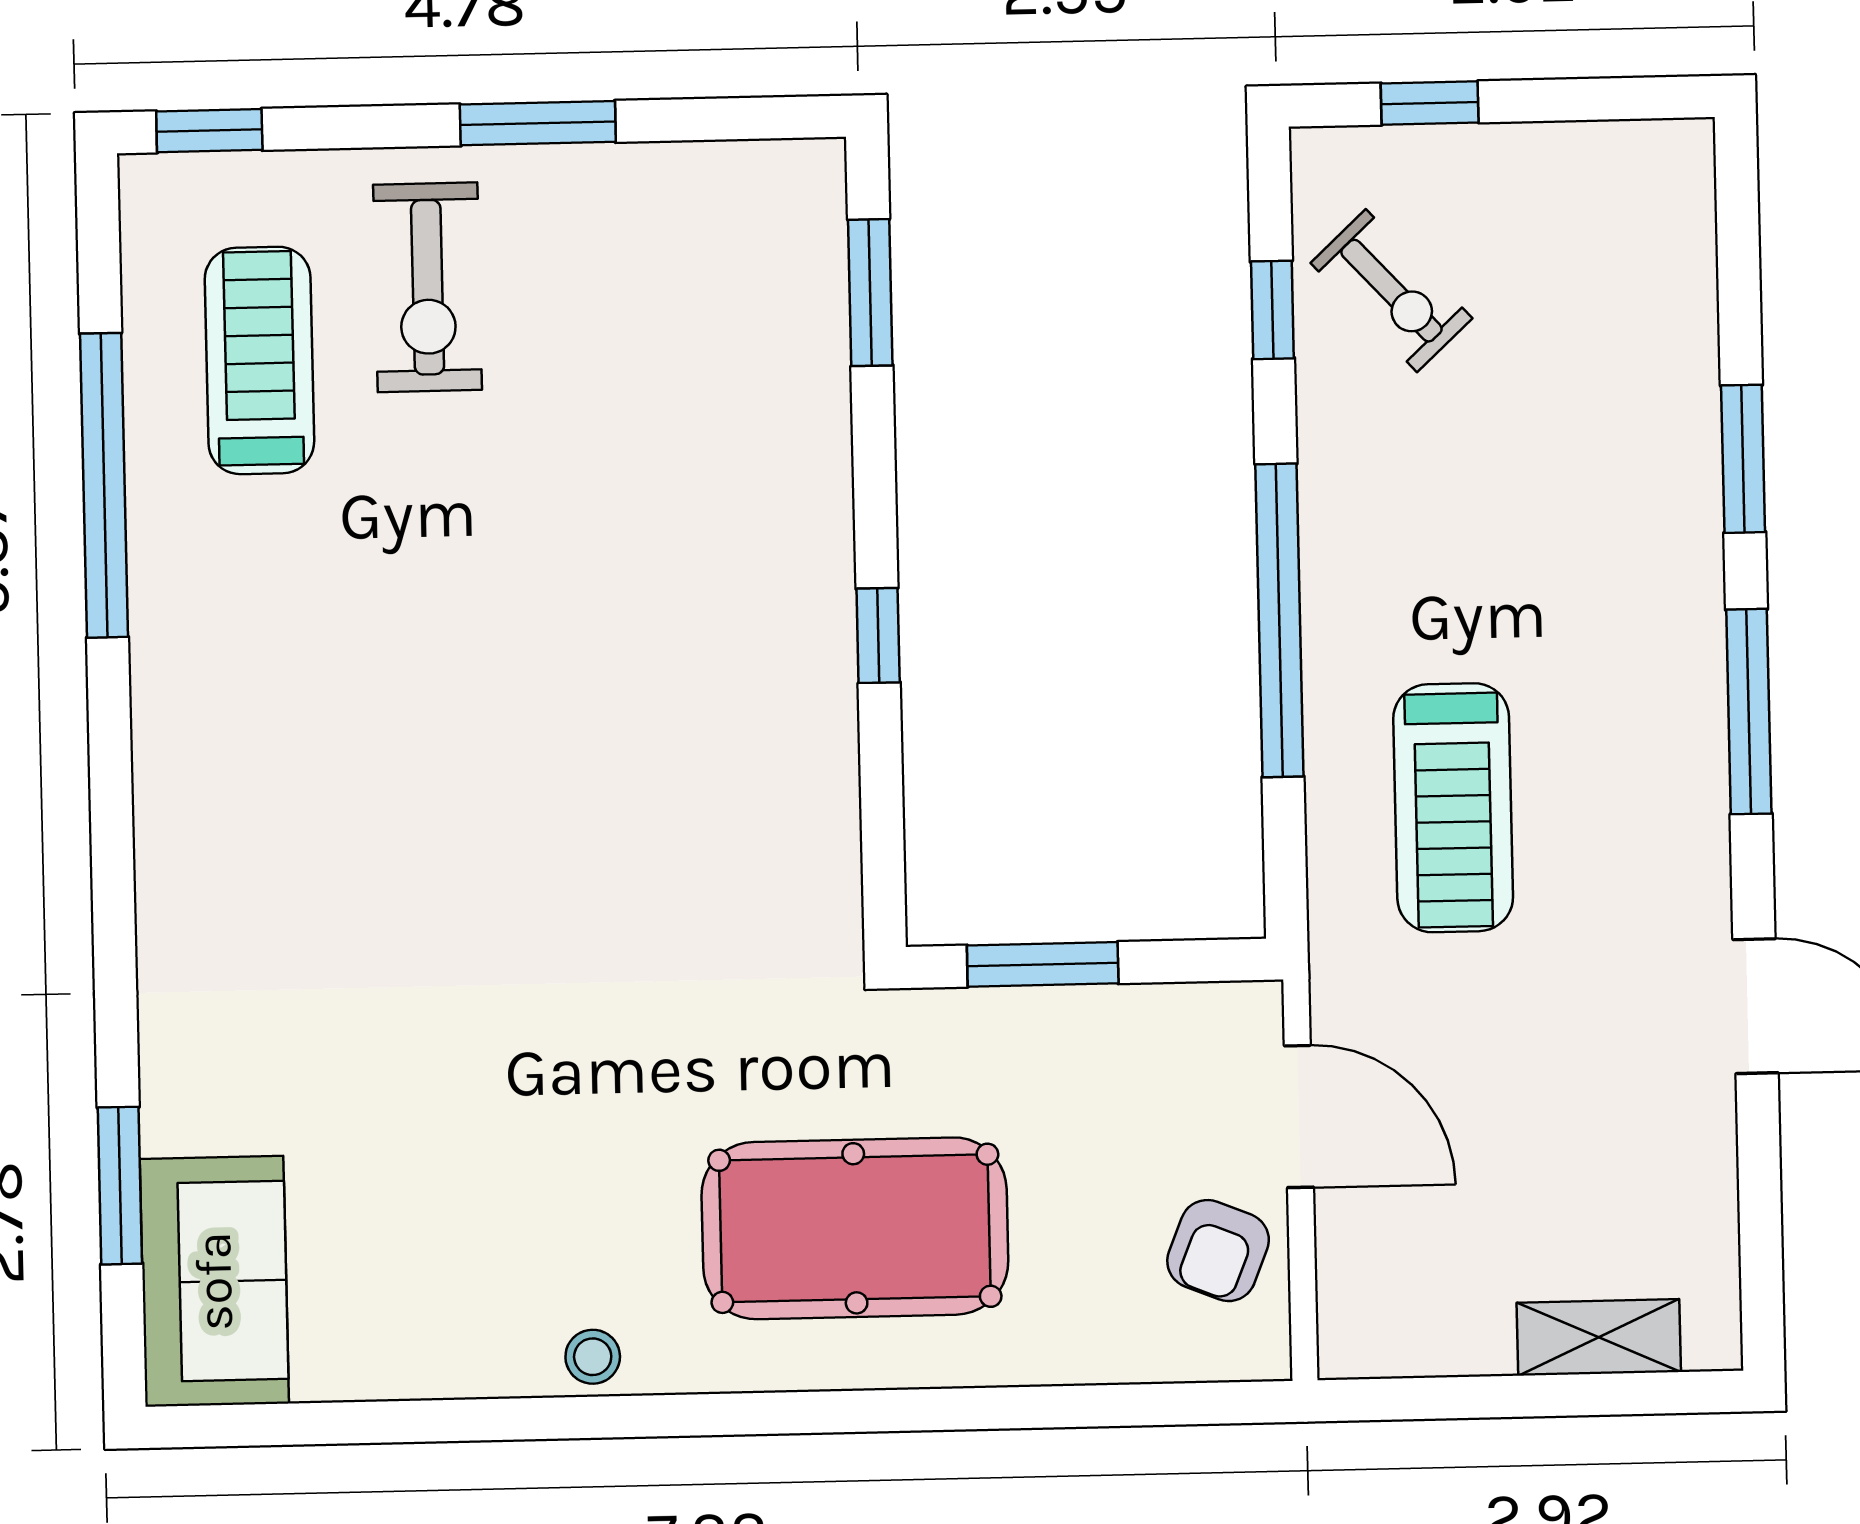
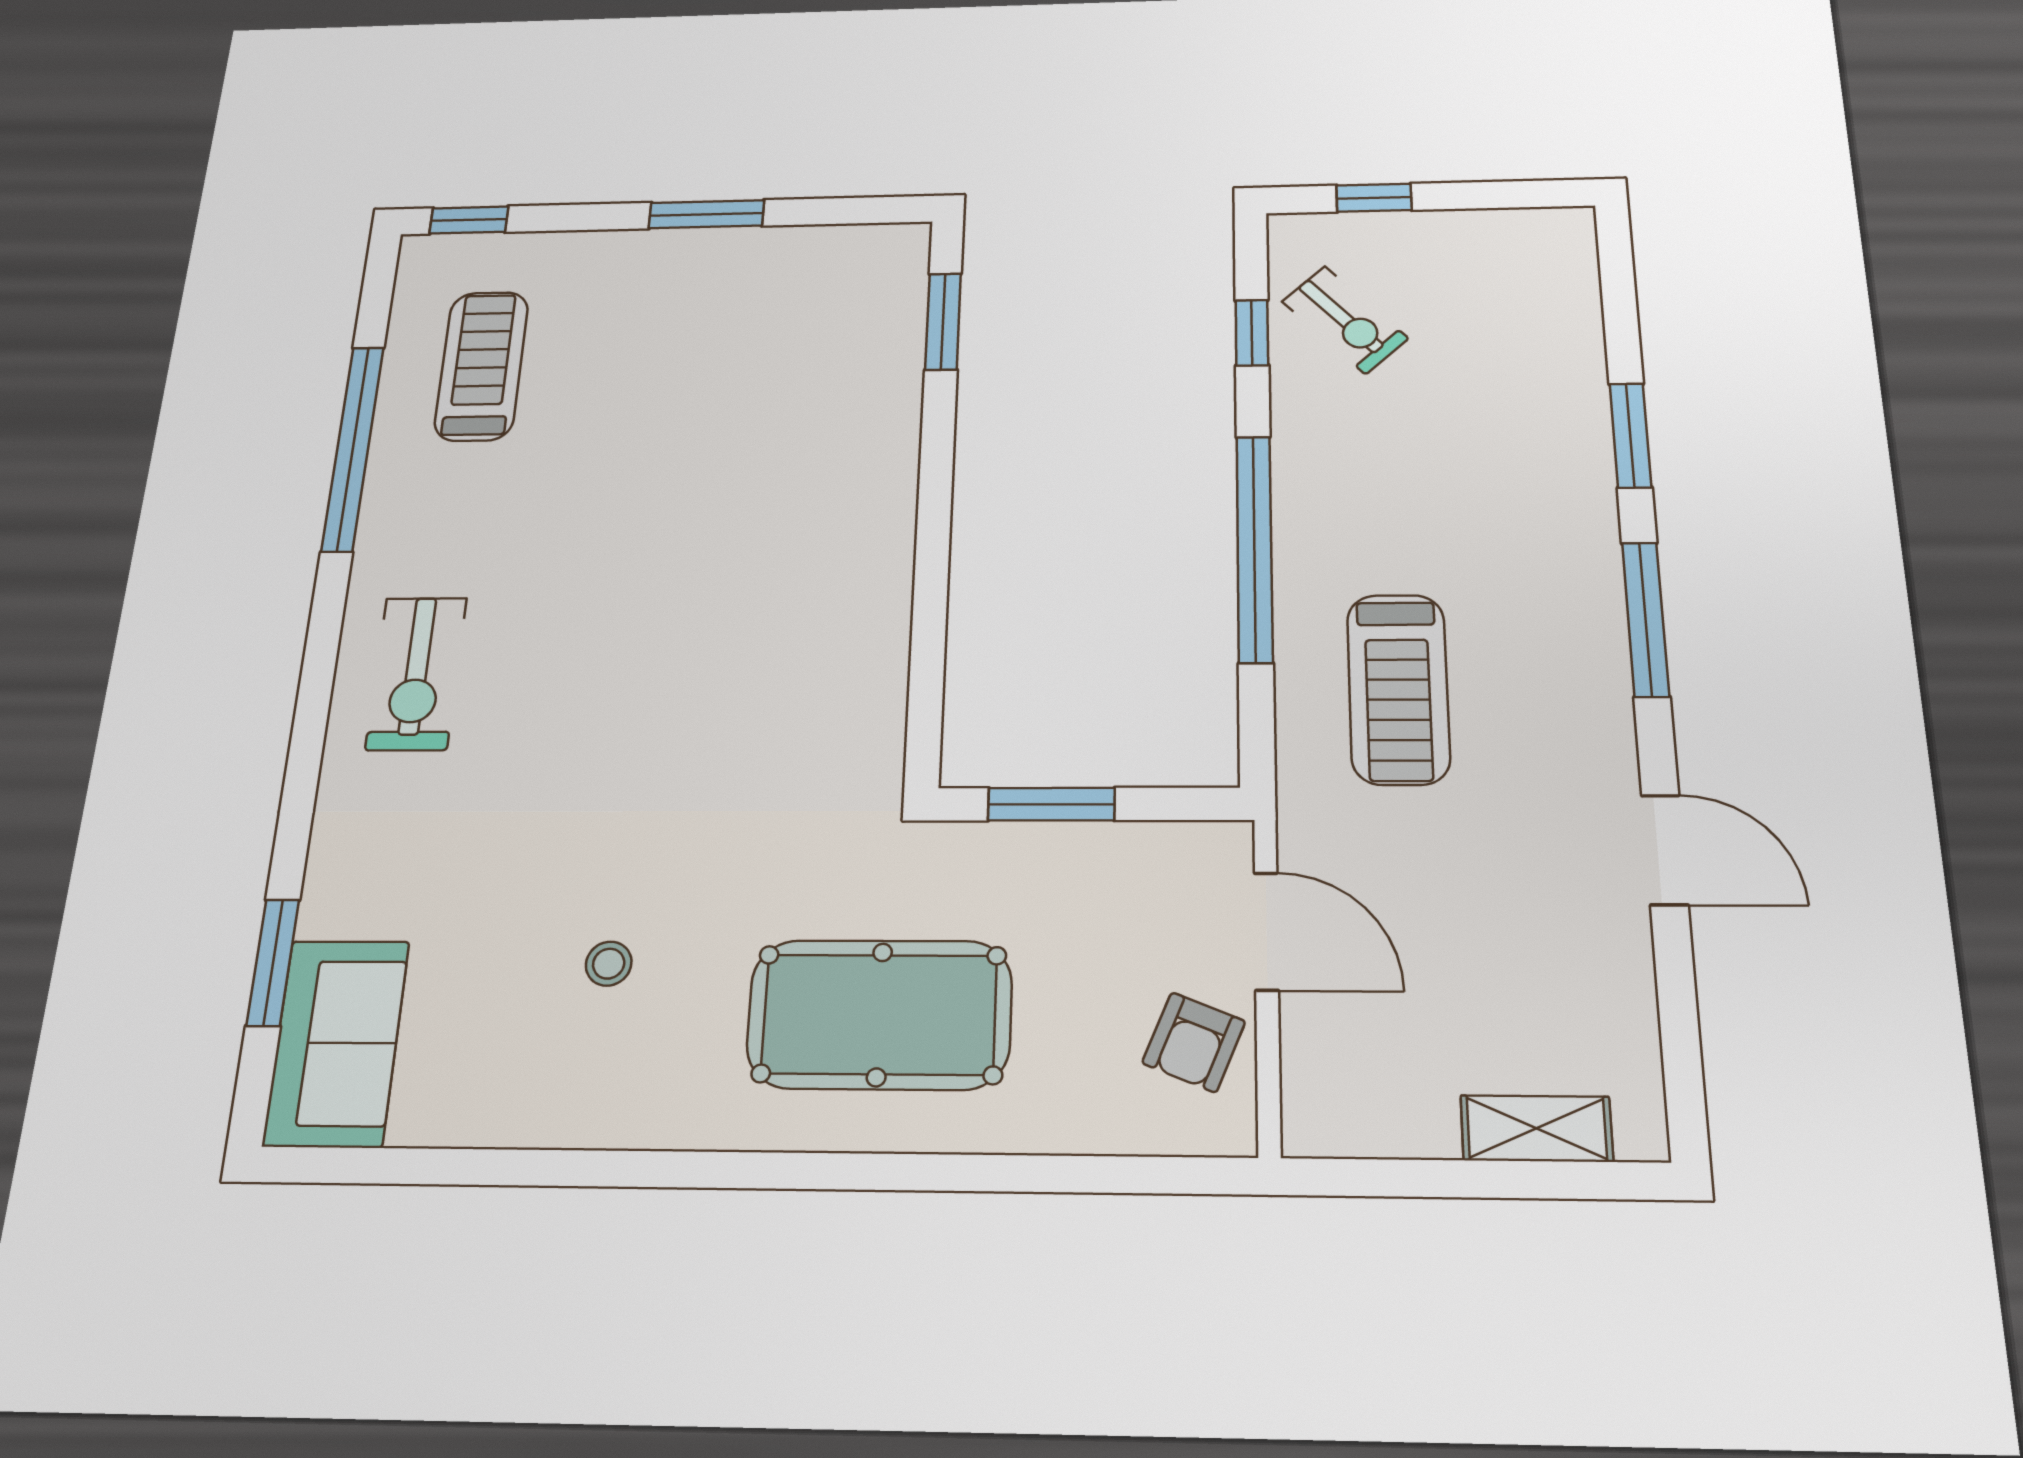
exercise bike: (428, 287) -> (416, 673), moved
window: (878, 635) -> (932, 556), removed
stool: (593, 1357) -> (609, 964), moved

